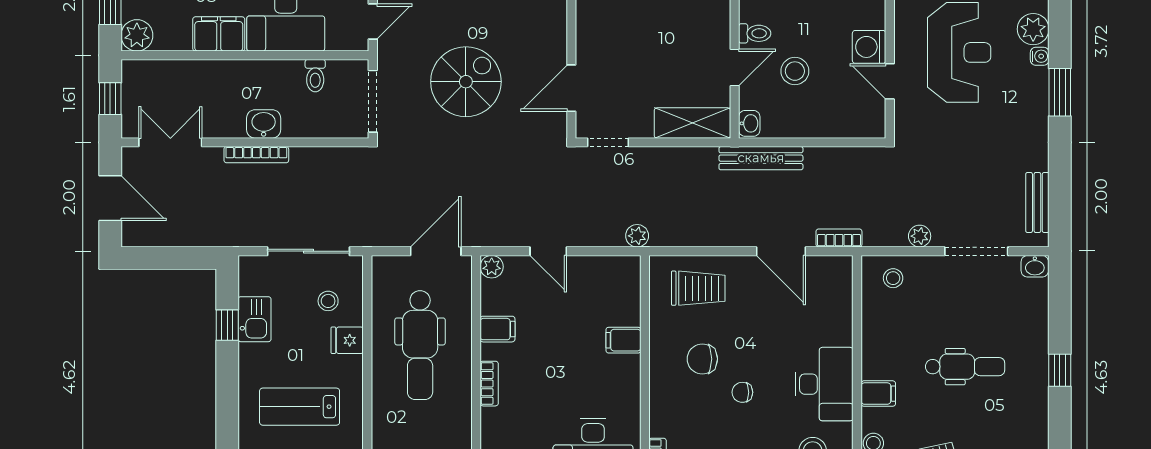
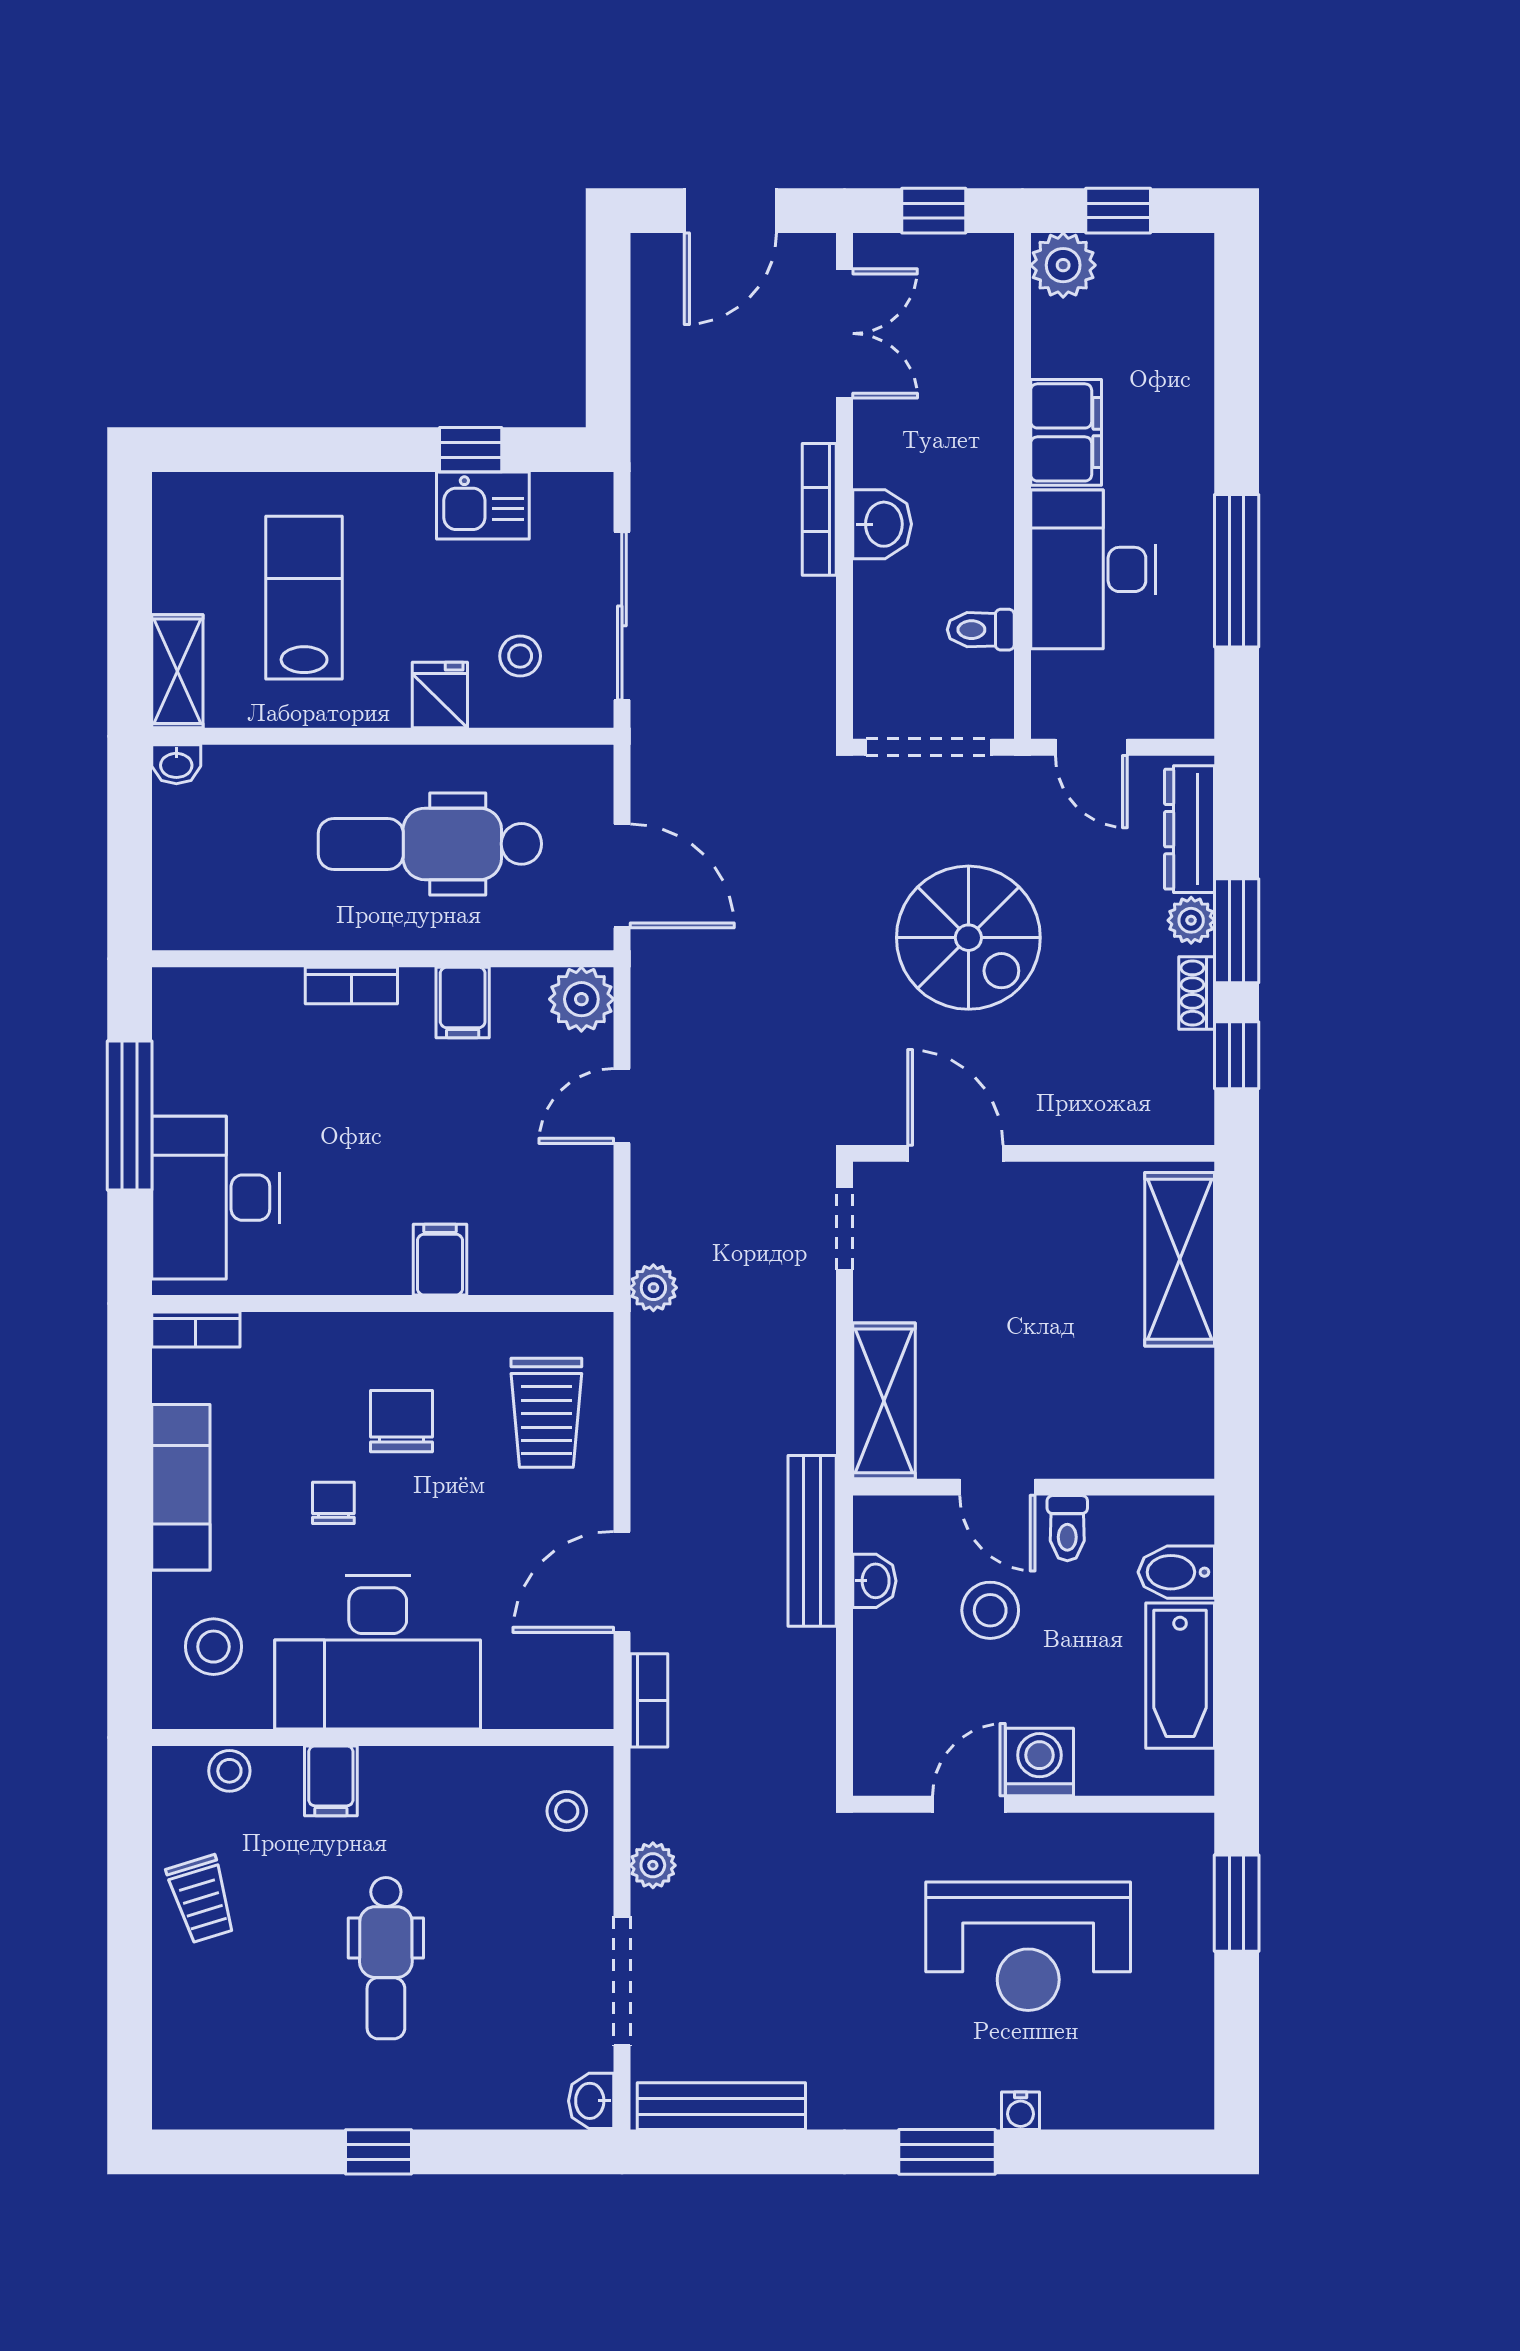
plant: (1033, 29) -> (1076, 2097), removed
washbasin: (749, 123) -> (874, 1581), moved, turned -90
bench: (1037, 203) -> (721, 2106), width x1.36
plant: (492, 267) -> (581, 999), width x1.38, depth x1.38
desk: (824, 384) -> (378, 1652), width x1.36, depth x1.30

